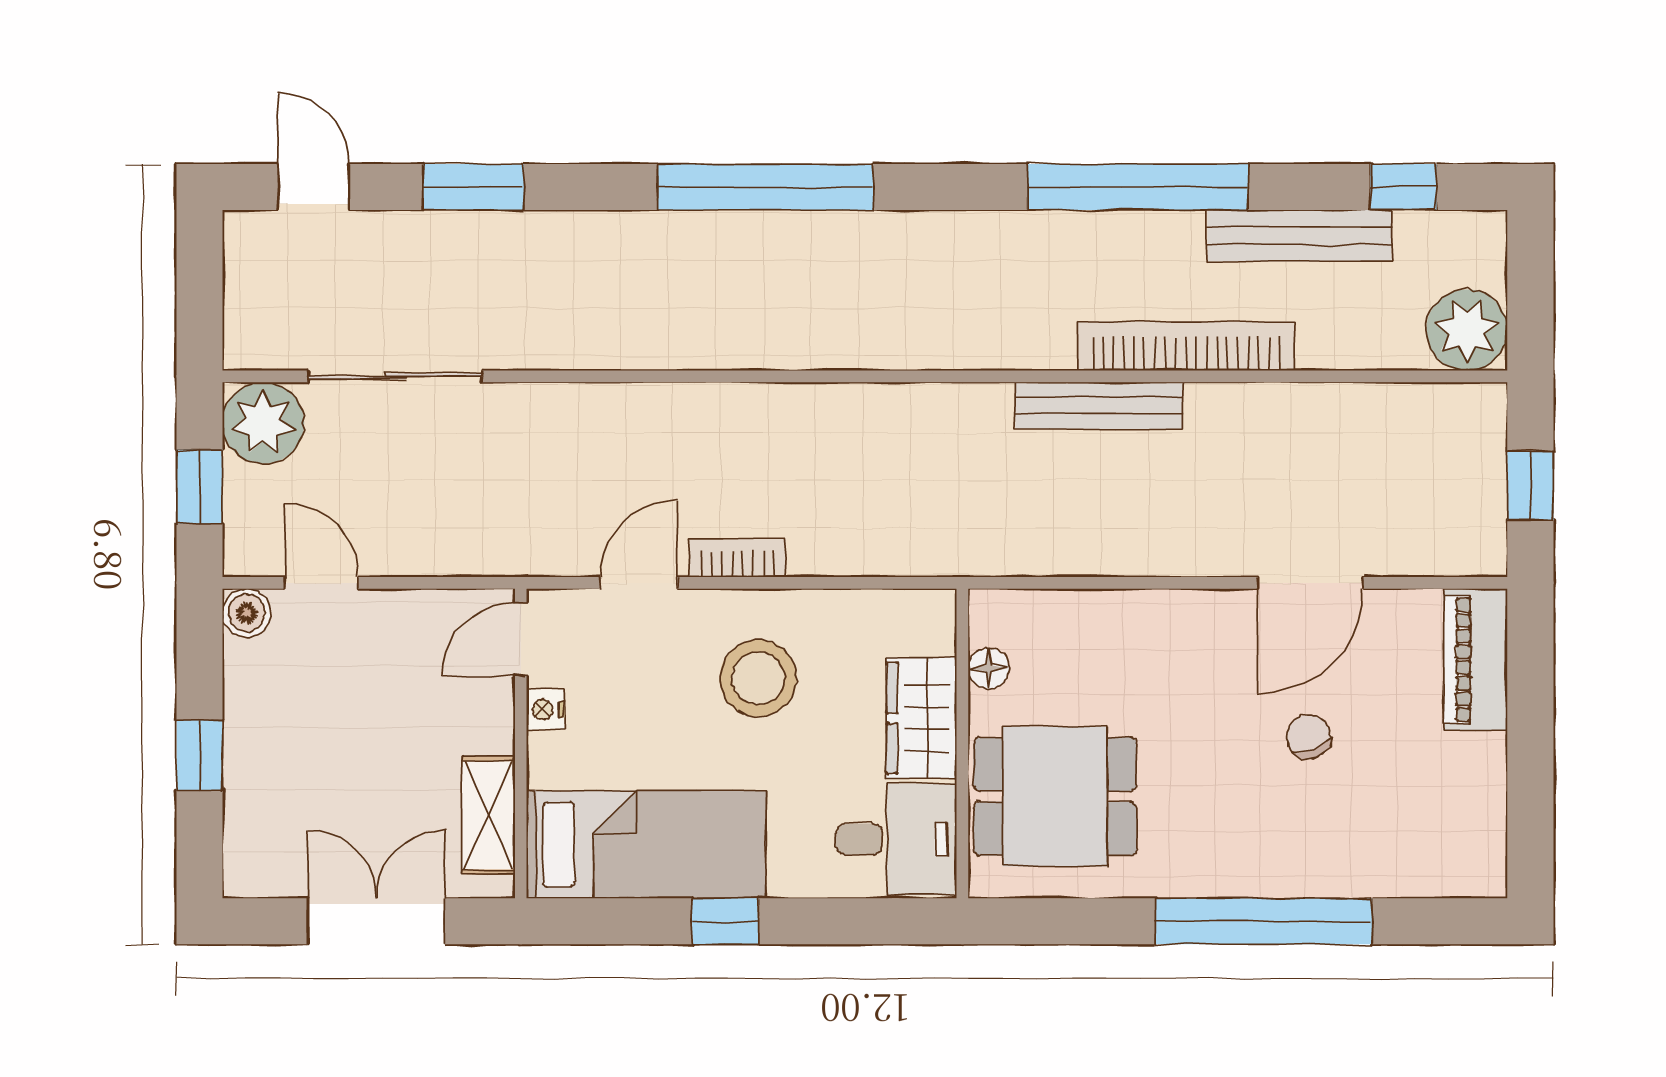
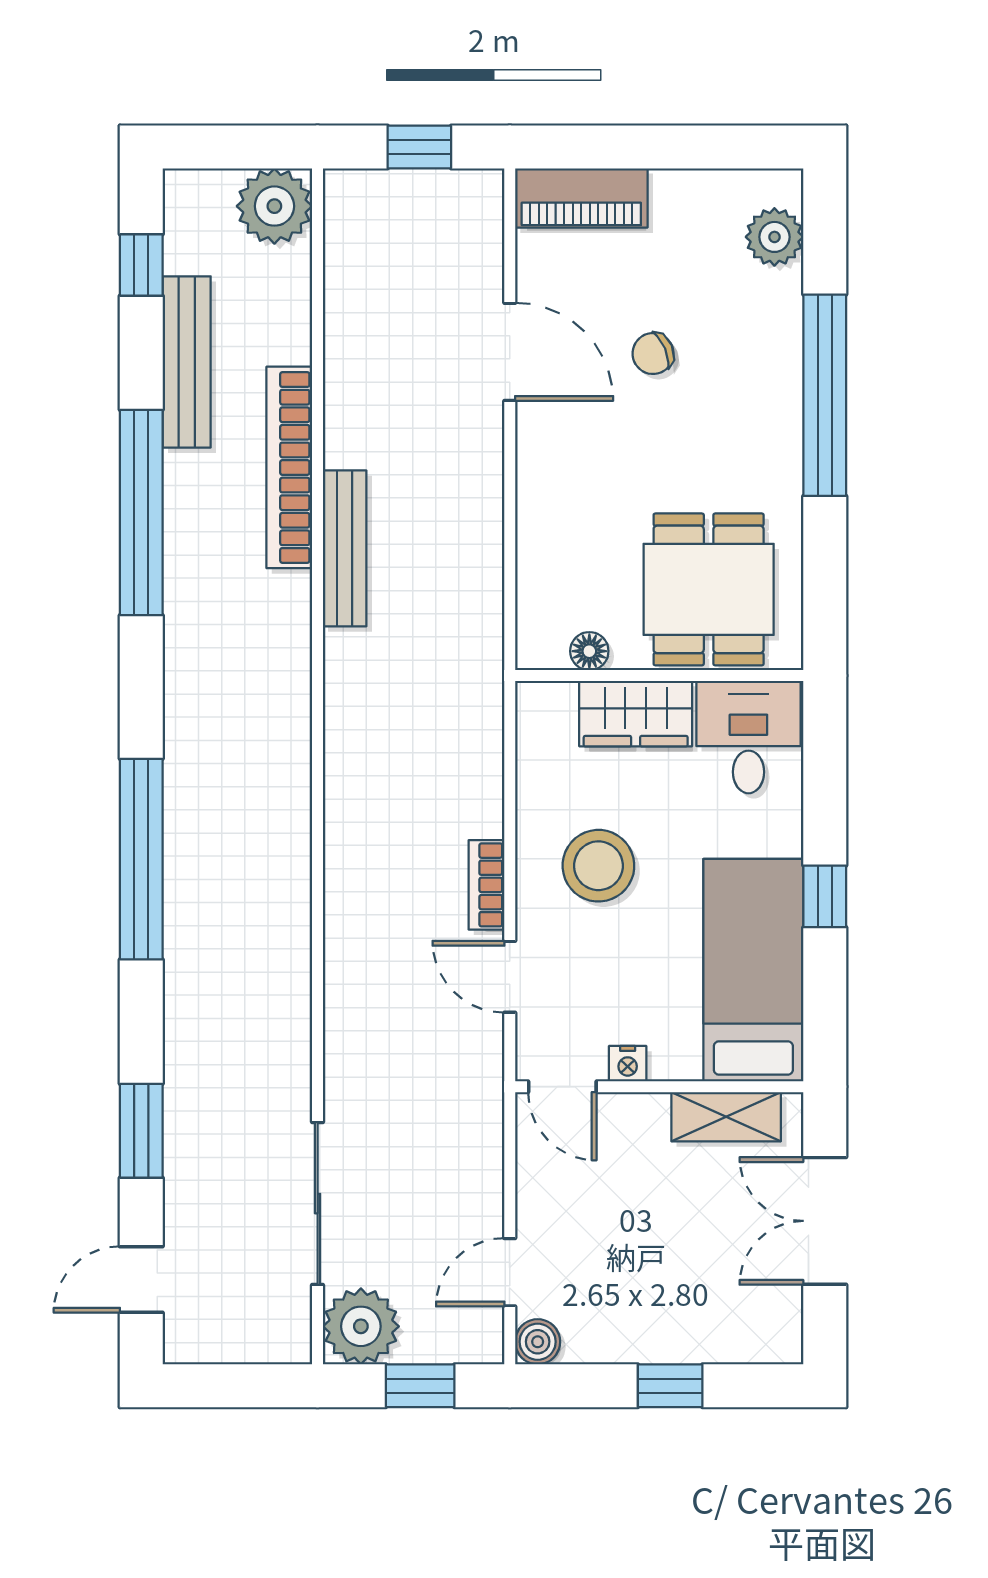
plant: (1434, 867) -> (774, 237), added

